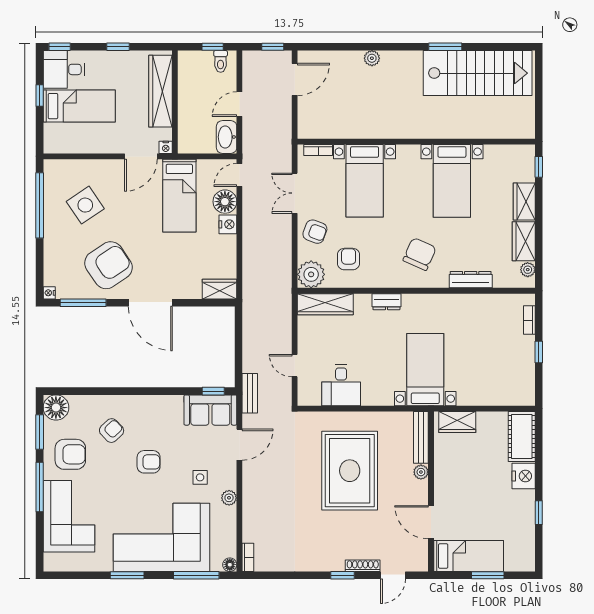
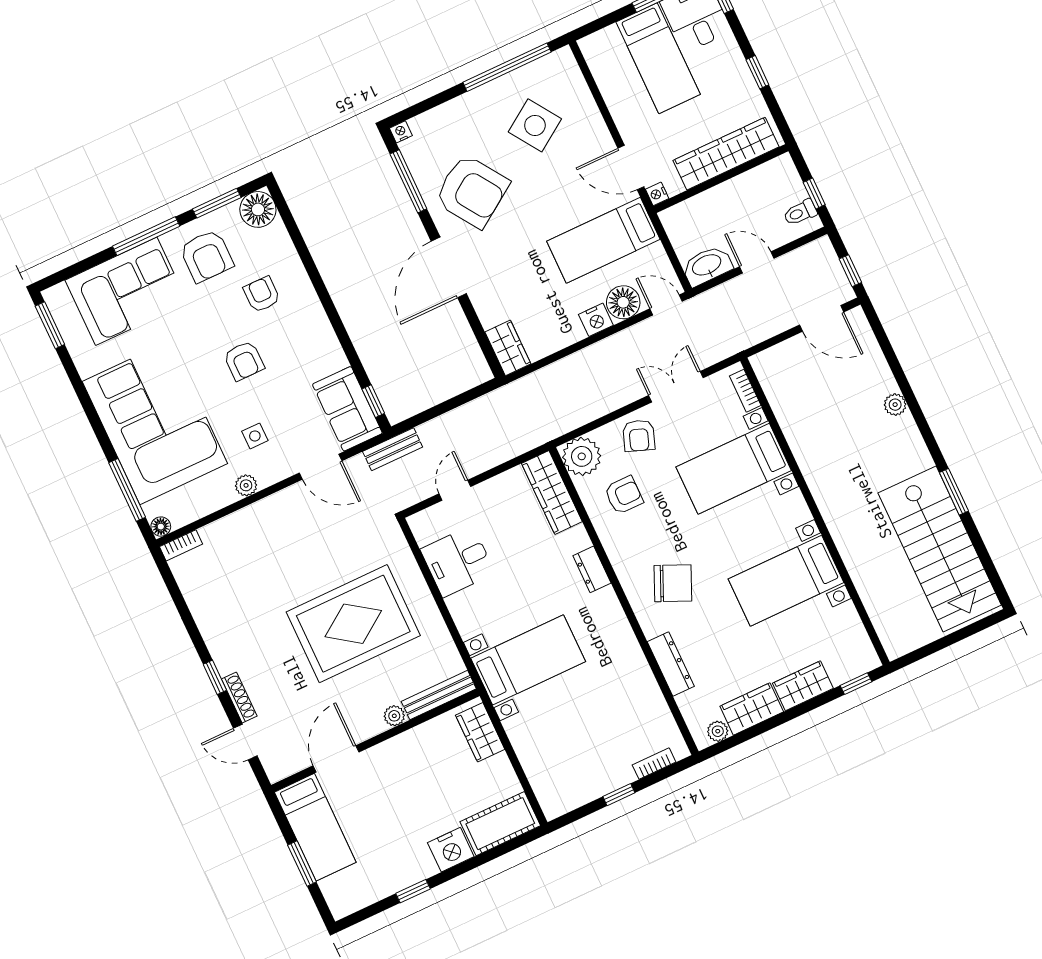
armchair: (112, 431) -> (262, 294), turned -136
window: (127, 575) -> (50, 325), moved

